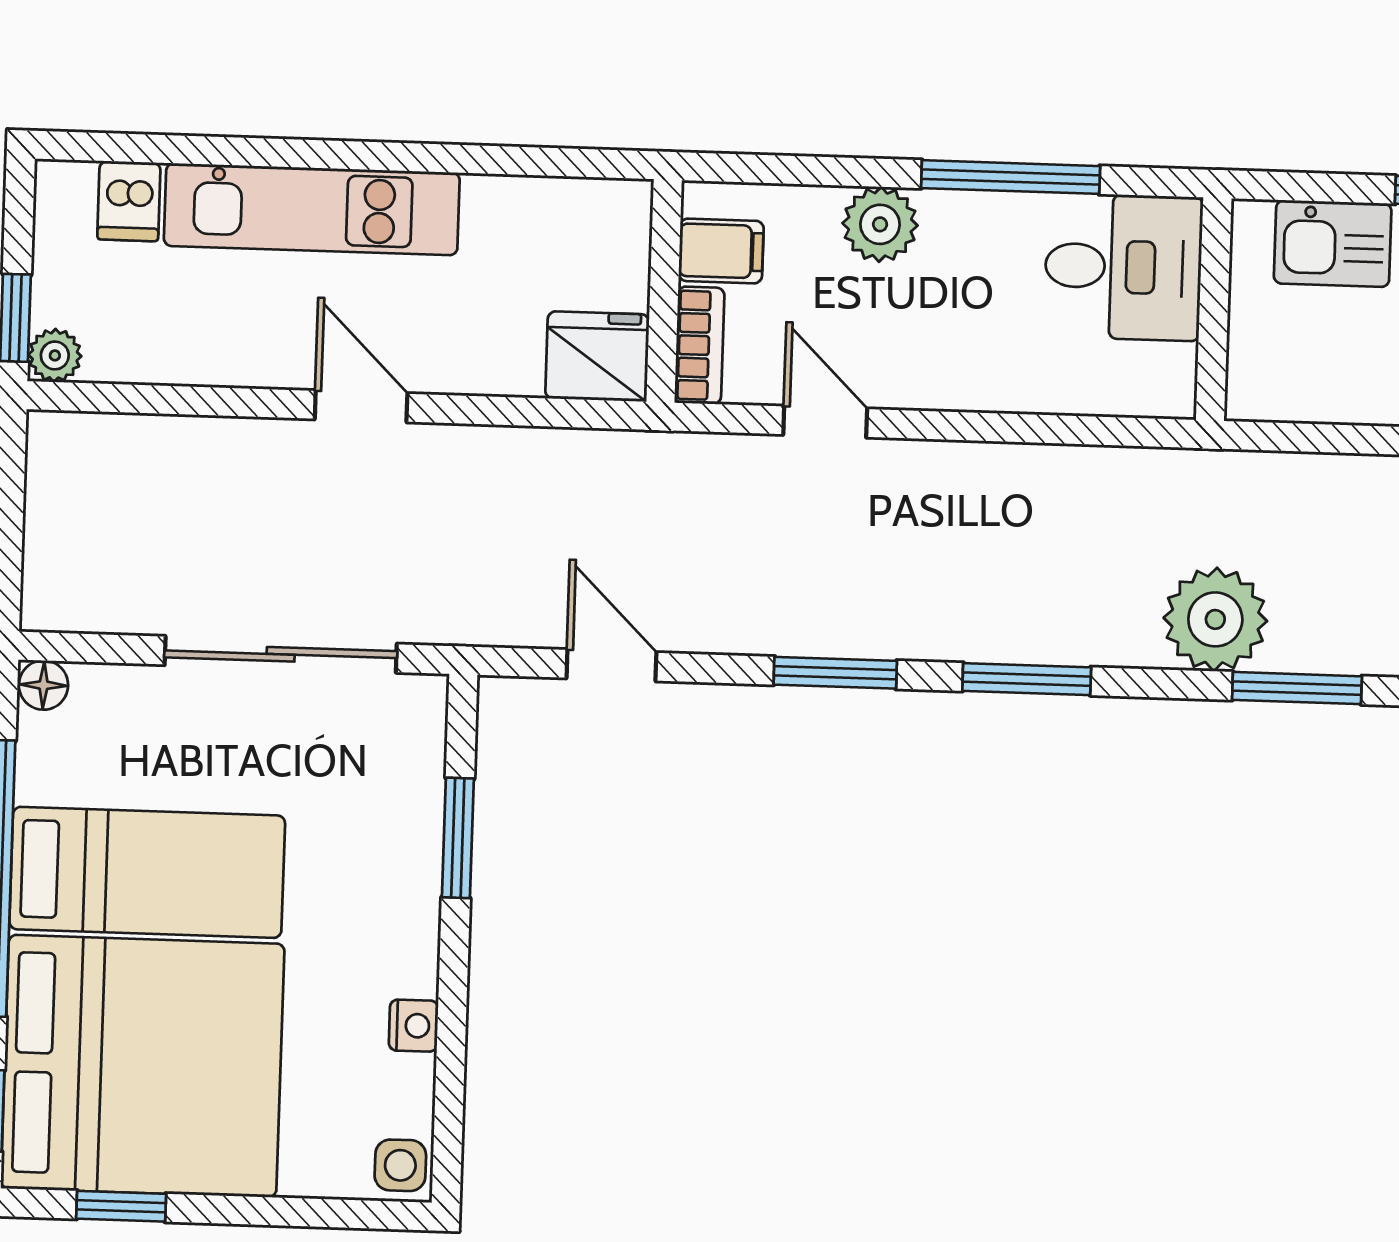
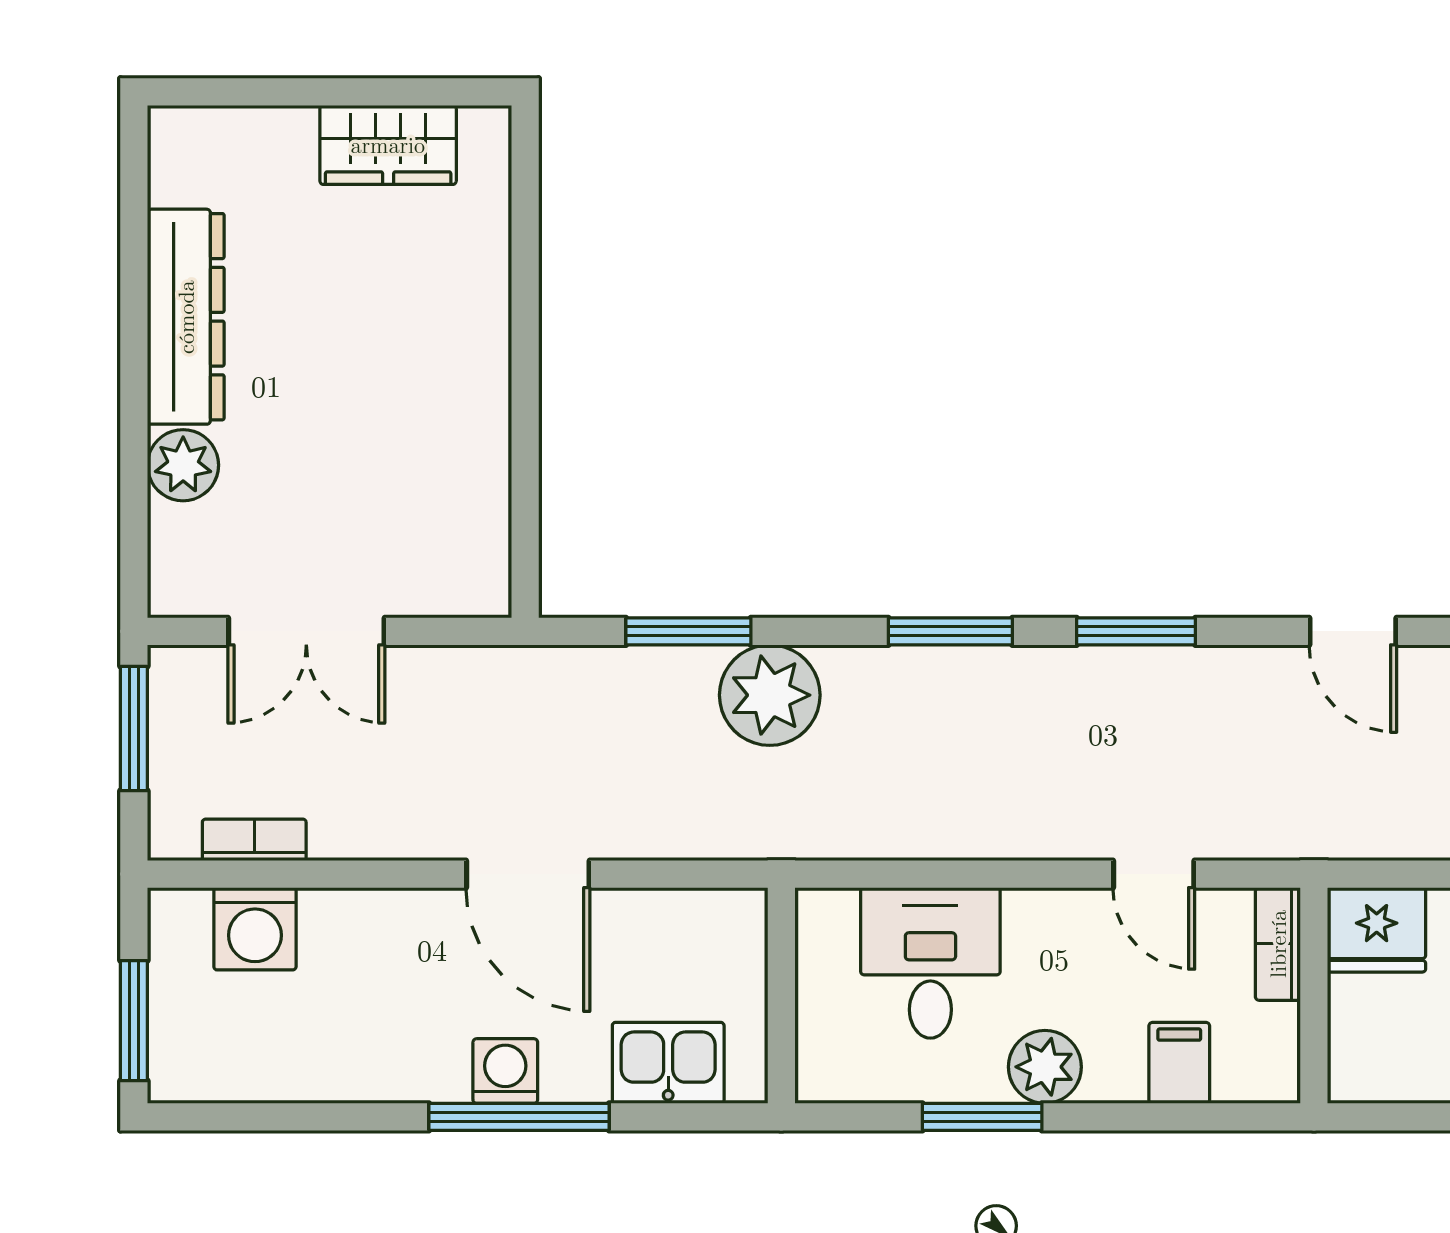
window: (1011, 177) -> (982, 1117), width x0.69
plant: (880, 224) -> (1045, 1067), moved
filing cabinet: (721, 251) -> (1179, 1063), moved, turned 90
desk: (1123, 267) -> (930, 963), moved, turned 90

